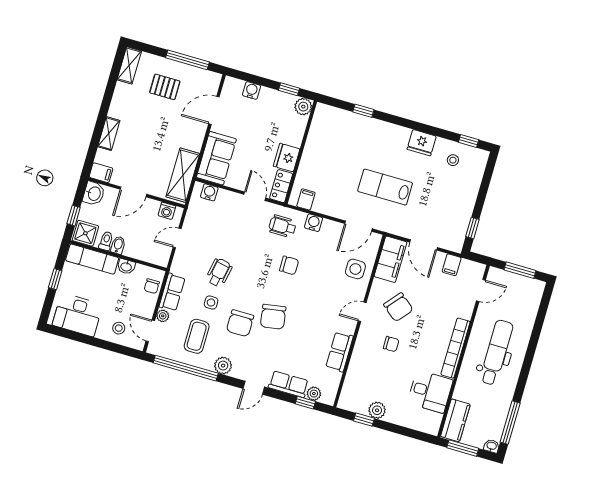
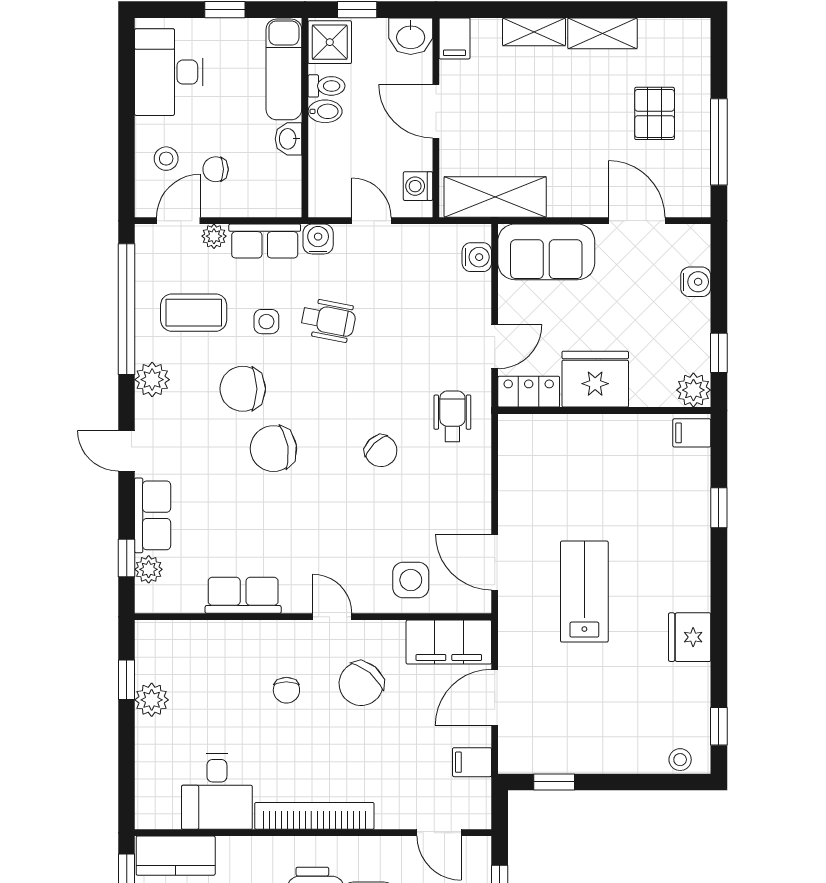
shelving: (129, 65) -> (602, 33), moved
fridge: (287, 158) -> (595, 379), width x1.36, depth x1.34
stool: (453, 160) -> (680, 760), moved
filing cabinet: (306, 199) -> (692, 433), moved, turned 180
water cooler: (314, 223) -> (318, 239), moved, turned -90
chair: (289, 265) -> (381, 451), turned -44
chair: (152, 286) -> (216, 169), moved

